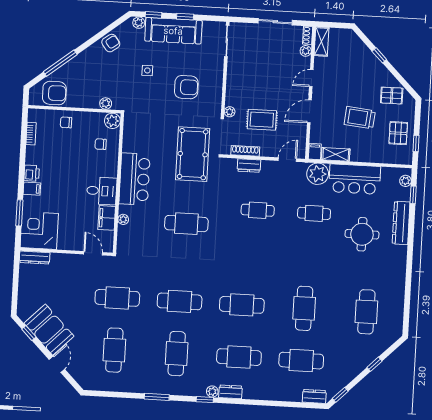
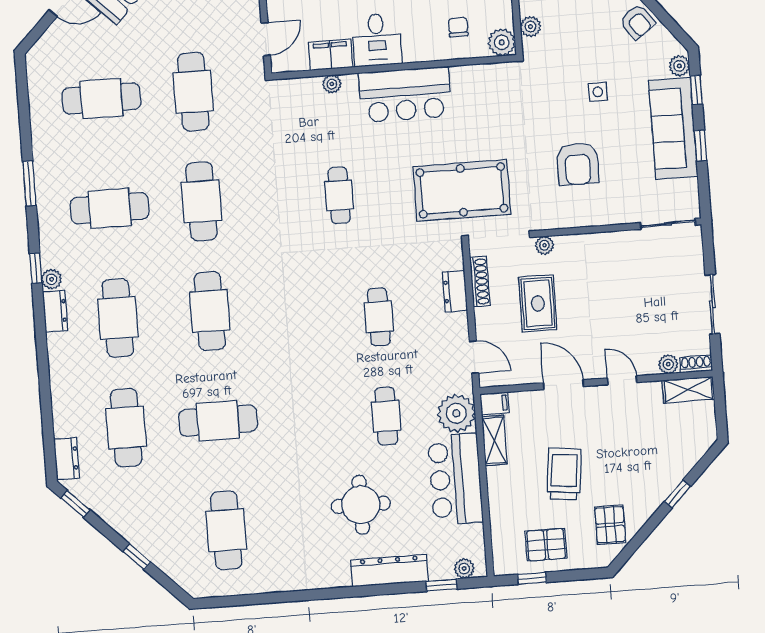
cafe table: (186, 224) -> (339, 195), width x0.73, depth x0.74
cafe table: (366, 312) -> (226, 530), turned 90

